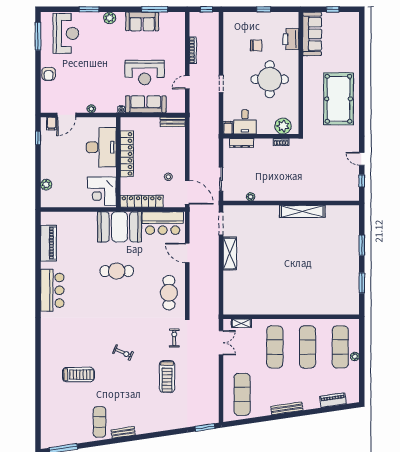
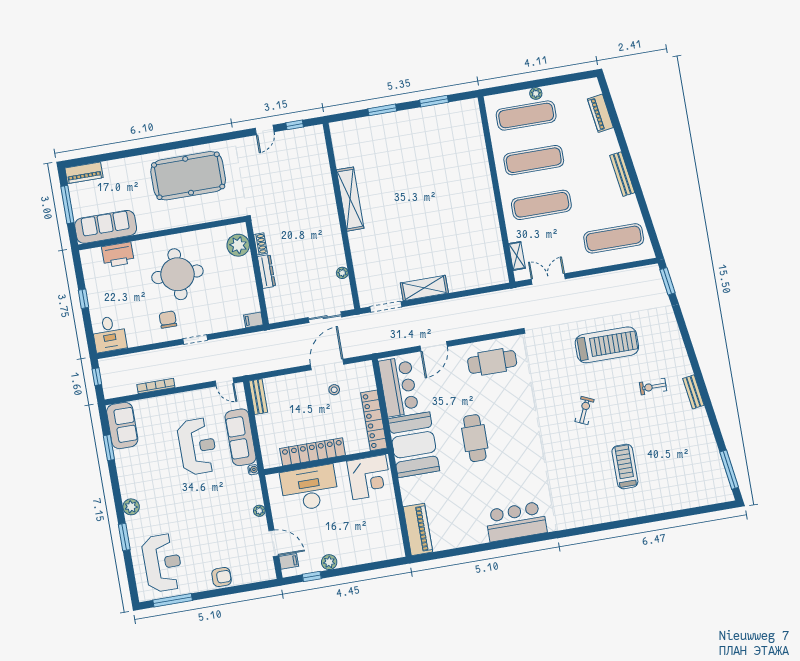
window: (155, 9) -> (109, 448), width x0.69
window: (333, 9) -> (67, 204), width x2.17
sofa: (142, 21) -> (122, 425), moved
piano: (353, 25) -> (84, 173), added
reception desk: (66, 33) -> (163, 563), turned 90
chair: (256, 45) -> (168, 320), moved
door: (187, 82) -> (225, 382), moved
desk: (245, 122) -> (109, 334), moved, turned 90
dresser: (242, 143) -> (266, 271), moved
plant: (46, 185) -> (329, 562), moved
door: (187, 192) -> (327, 365), moved
piano: (48, 243) -> (418, 529), moved, turned 90
exercise bike: (174, 338) -> (653, 387), moved
treadmill: (167, 377) -> (607, 345), width x1.37, depth x1.38
exercise mat: (99, 422) -> (684, 427), removed

